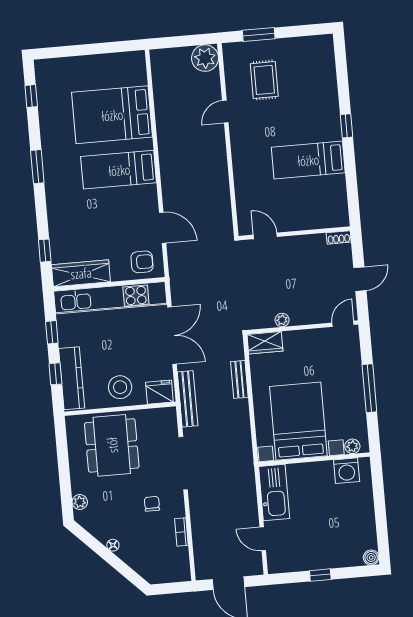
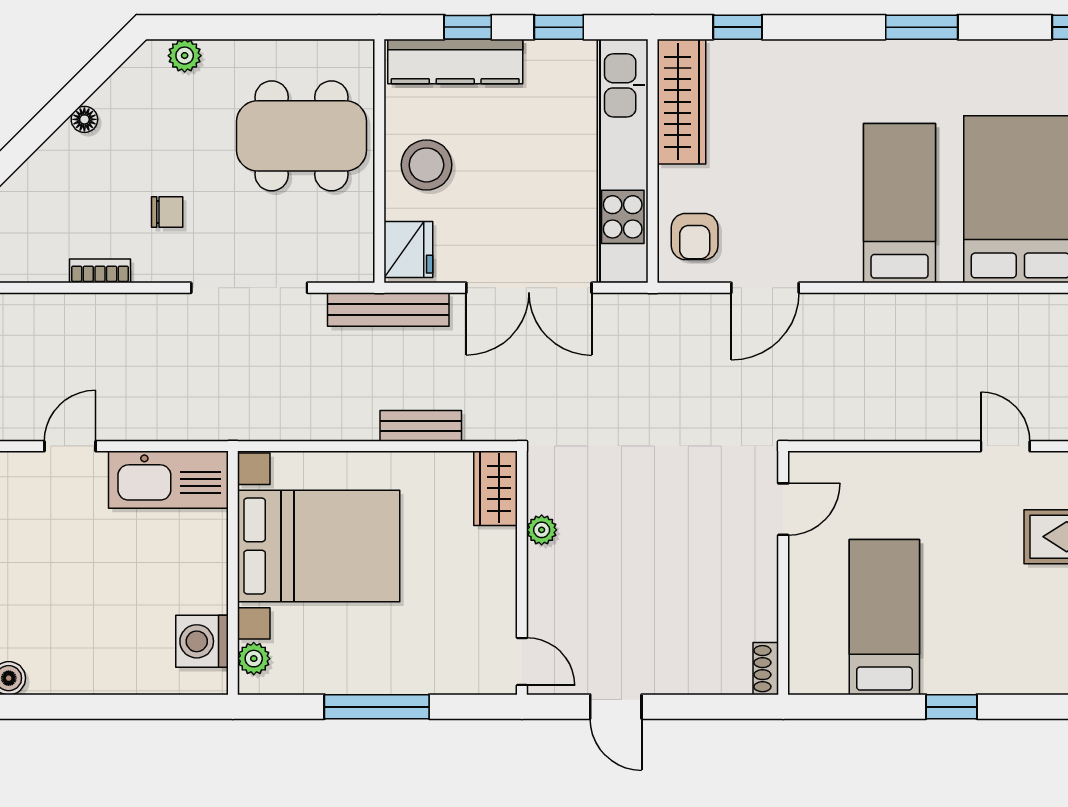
wall: (294, 233) -> (783, 573), moved
door: (265, 236) -> (783, 509), moved
shoe rack: (339, 237) -> (766, 669), moved

